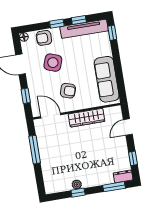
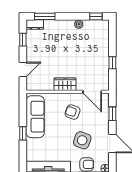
window: (112, 33) -> (23, 133), moved
wardrobe: (87, 118) -> (65, 84), width x0.67
window: (35, 150) -> (112, 63), width x0.46
window: (78, 193) -> (96, 16), moved

